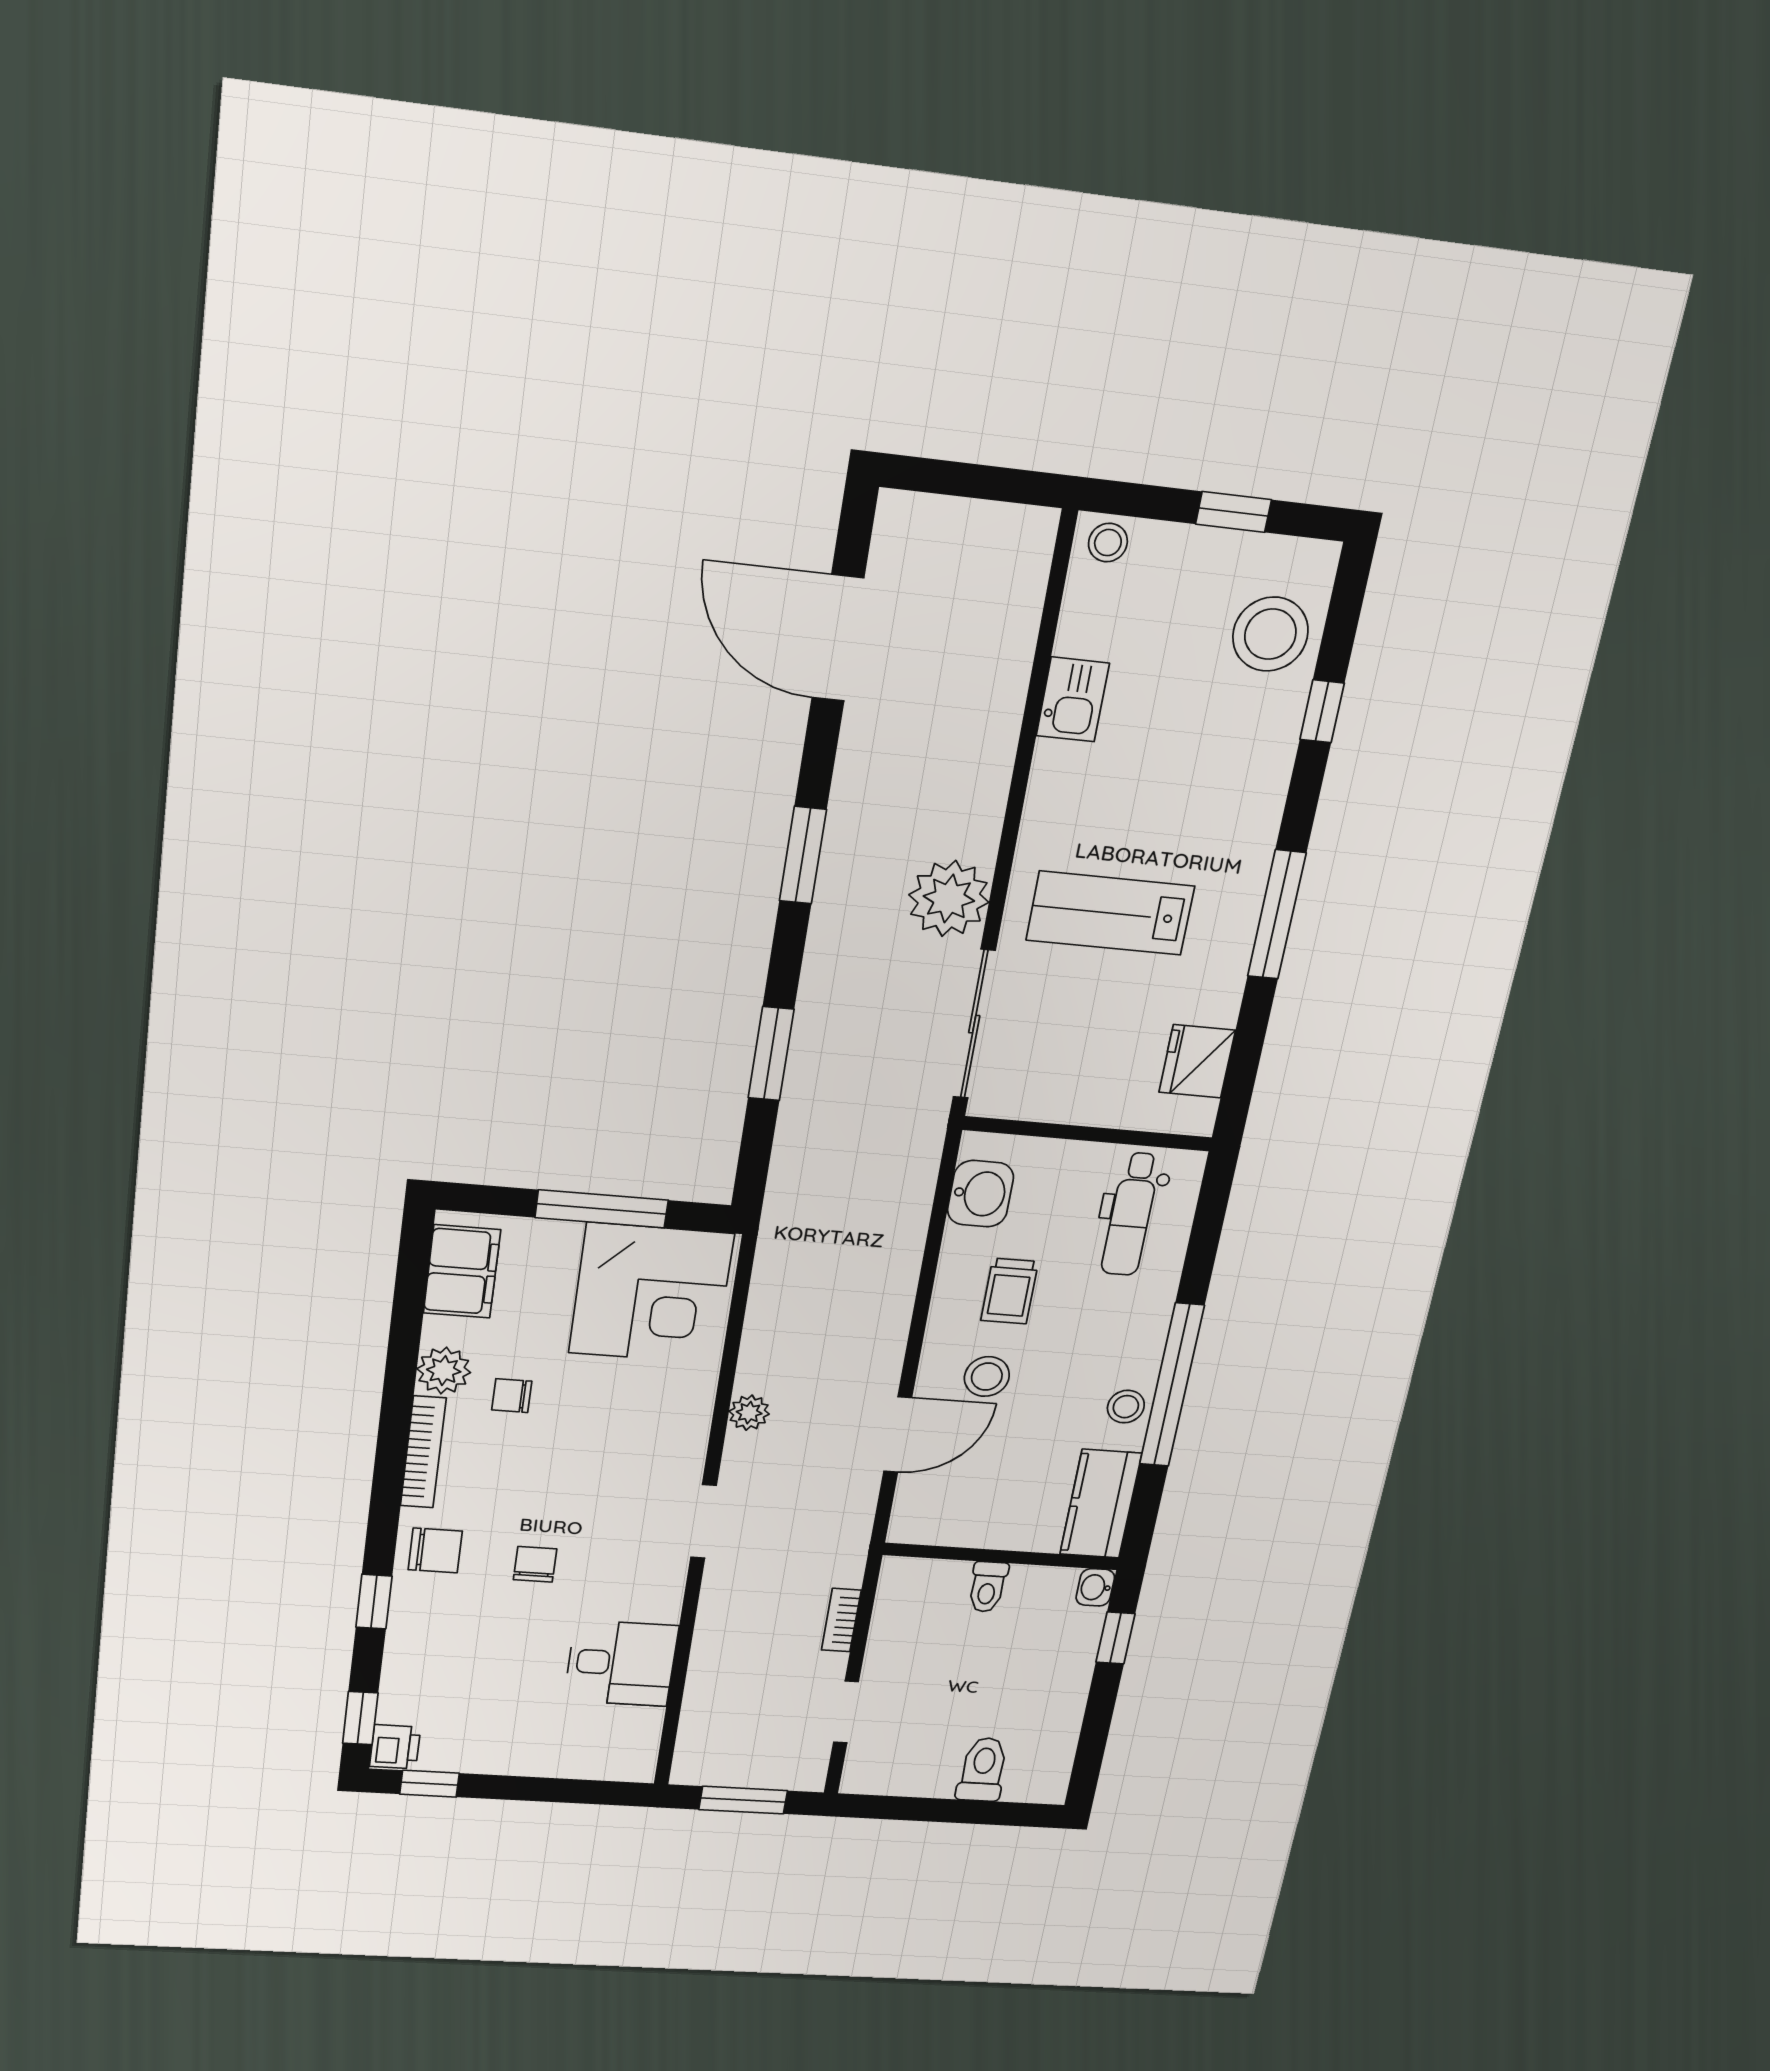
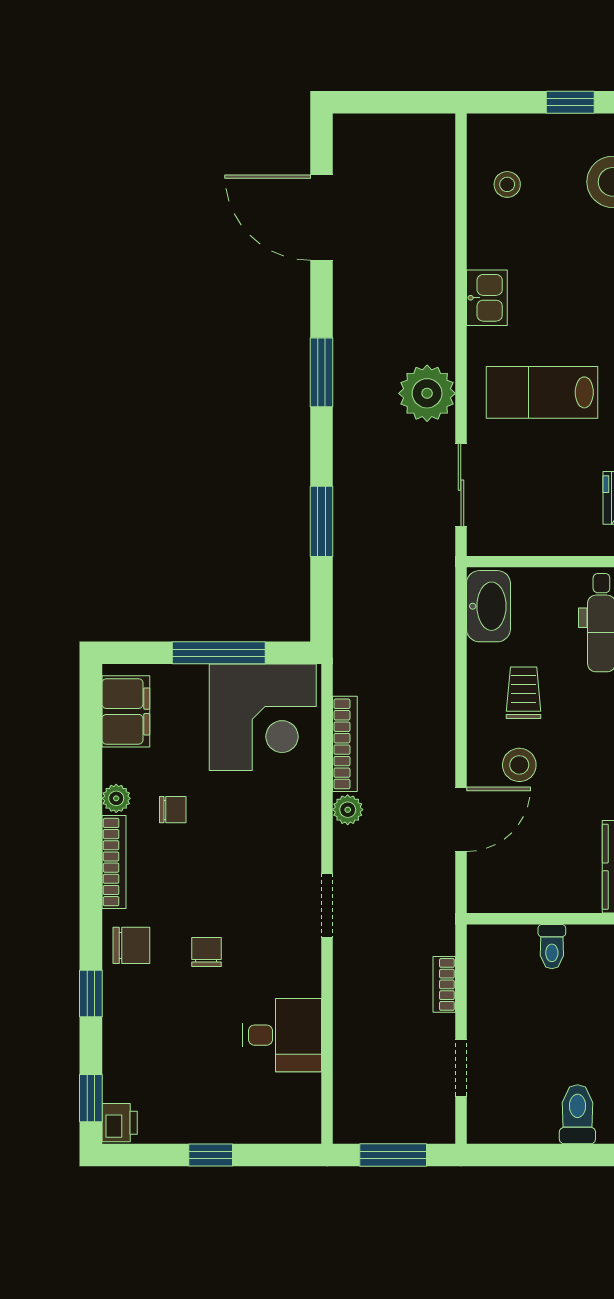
stool: (1108, 543) -> (507, 184), moved
kitchen sink: (1073, 699) -> (487, 298), moved
sliding door: (974, 1024) -> (461, 485), width x0.73
washbasin: (980, 1194) -> (488, 606), width x1.38
trolley: (1009, 1291) -> (524, 693), turned 180
bookcase: (758, 1334) -> (345, 744), added
plant: (444, 1371) -> (116, 798), width x0.73, depth x0.73
chair: (512, 1396) -> (173, 810), turned 180
window: (430, 1784) -> (211, 1155), moved

